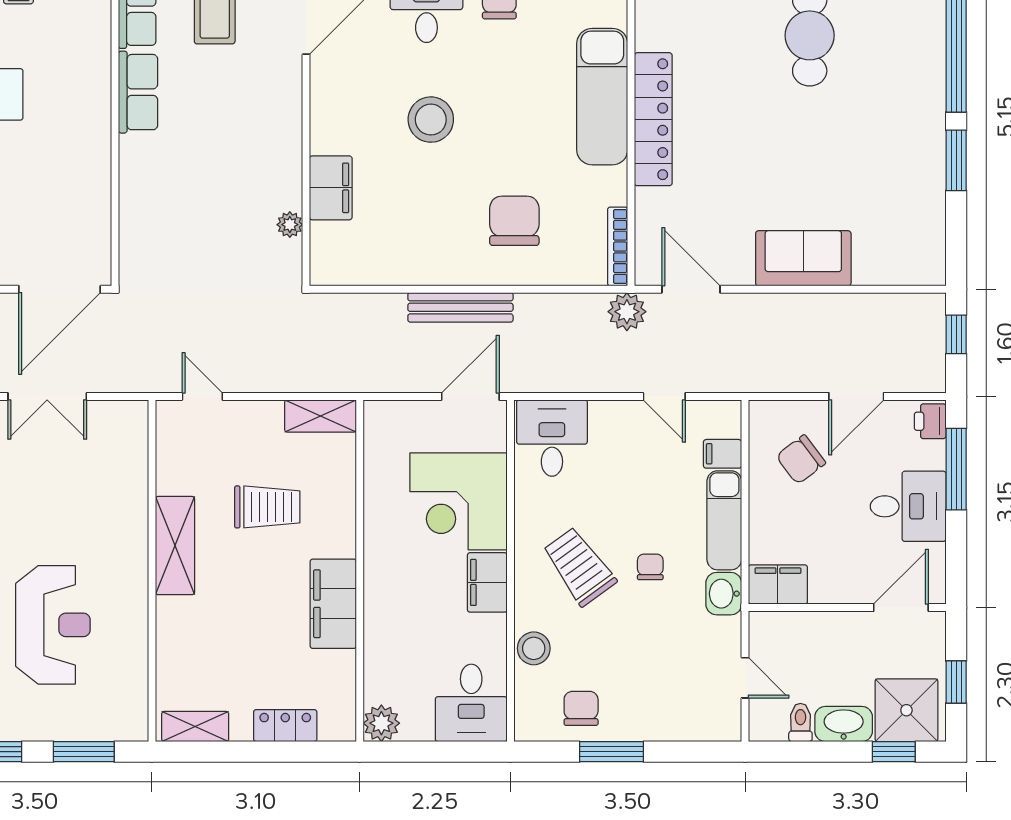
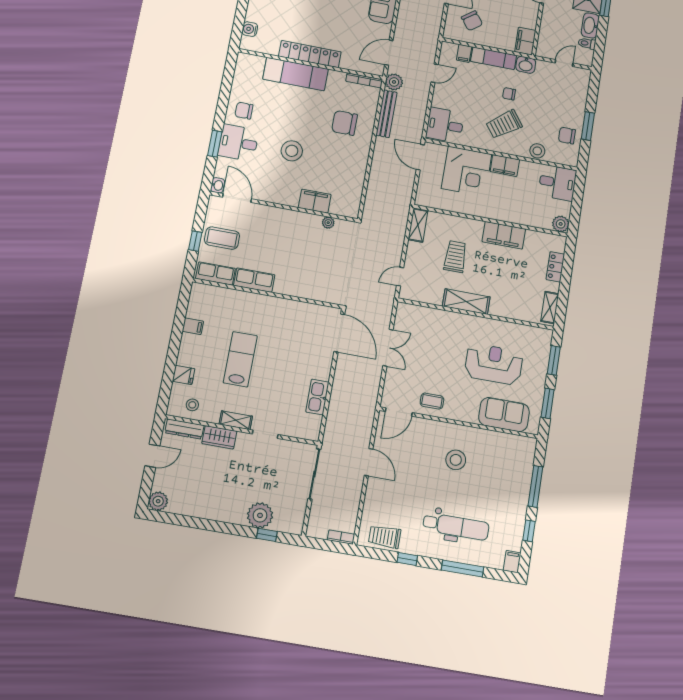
bench: (460, 307) -> (386, 114), moved

